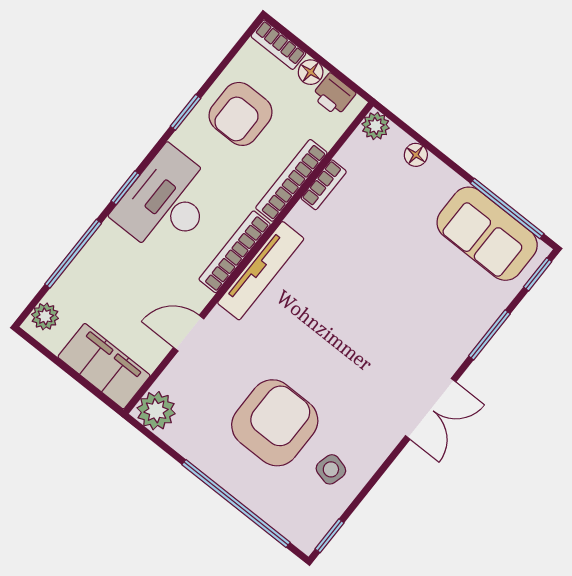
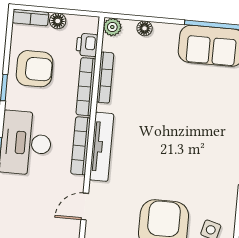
printer: (334, 95) -> (87, 45), moved, turned 90
armchair: (241, 114) -> (35, 69), turned -90
bookcase: (324, 185) -> (105, 78), width x1.56

